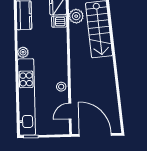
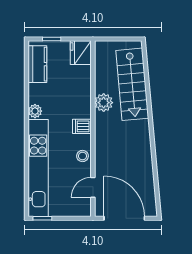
plant: (76, 16) -> (104, 103), moved
dishwasher: (59, 22) -> (82, 126), moved

